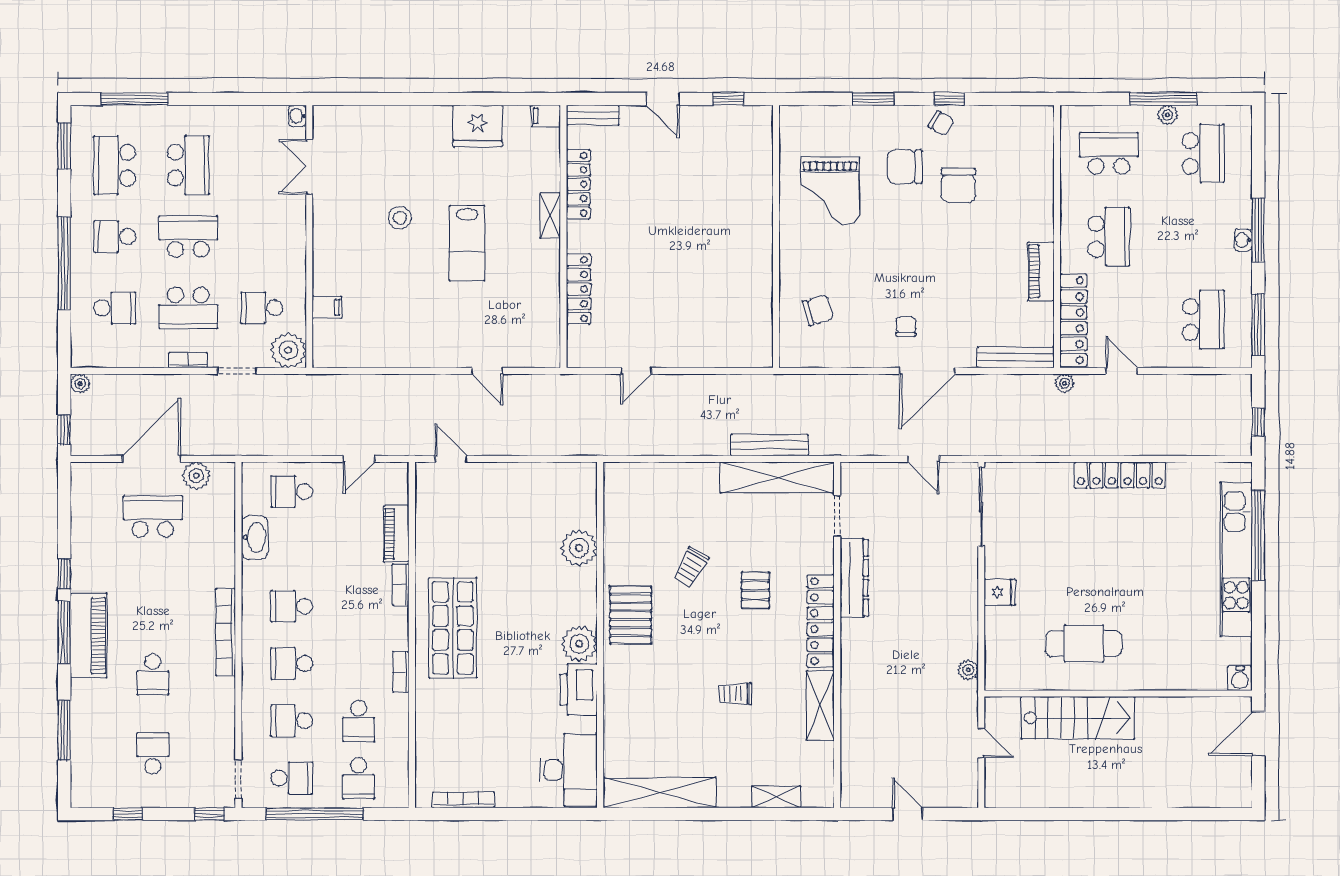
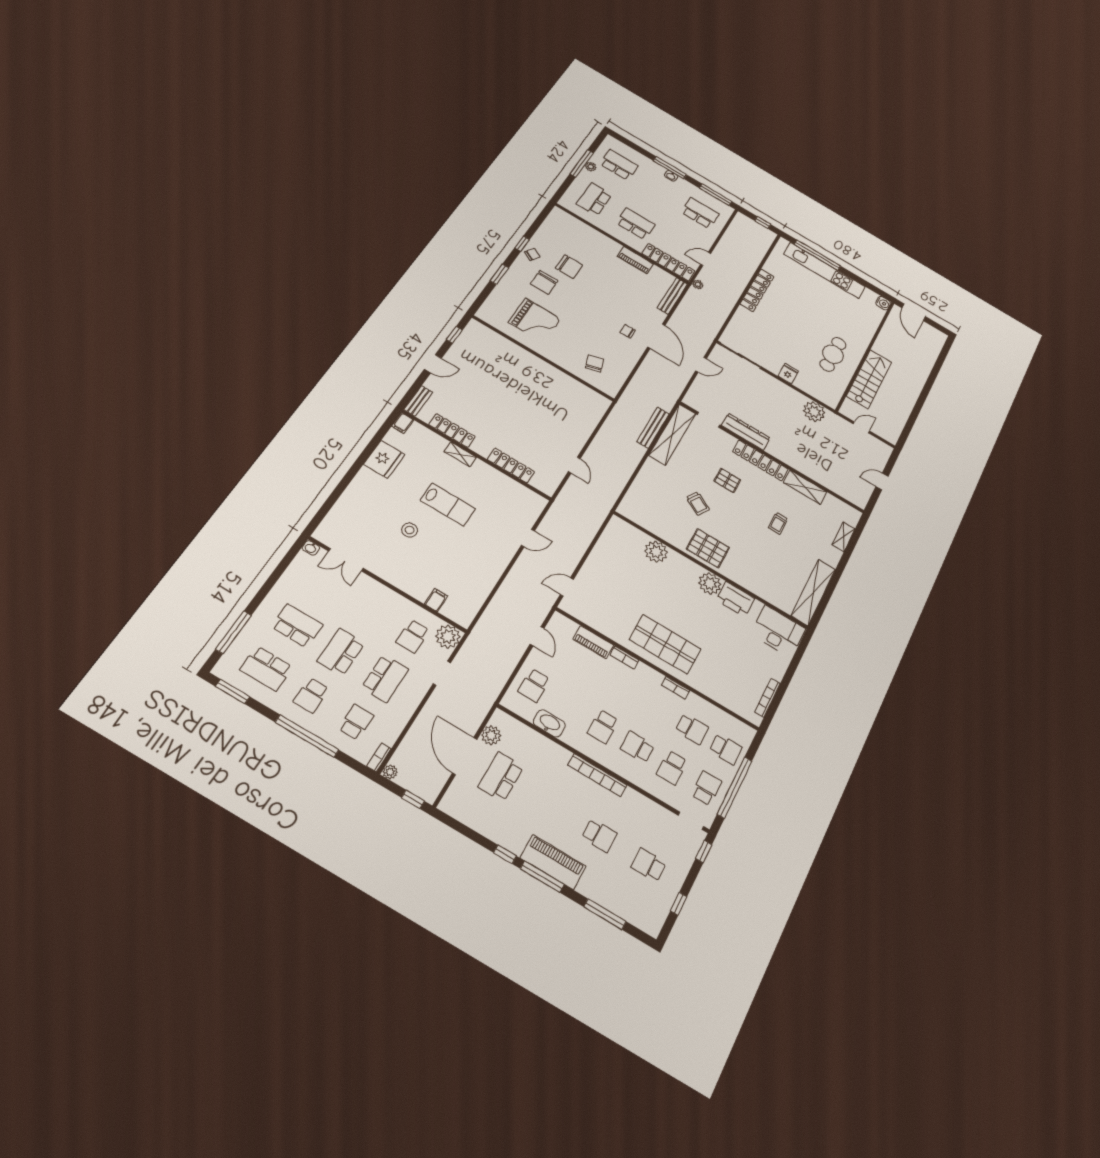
bookcase: (188, 360) -> (379, 757), moved
school desk: (292, 663) -> (637, 747), turned 90
plant: (968, 670) -> (814, 412), width x1.87, depth x1.87

